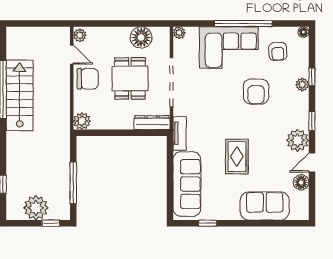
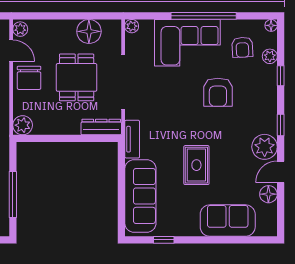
chair: (88, 79) -> (29, 78), turned 90
plant: (302, 85) -> (270, 56), moved

